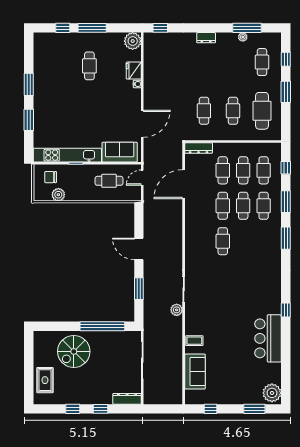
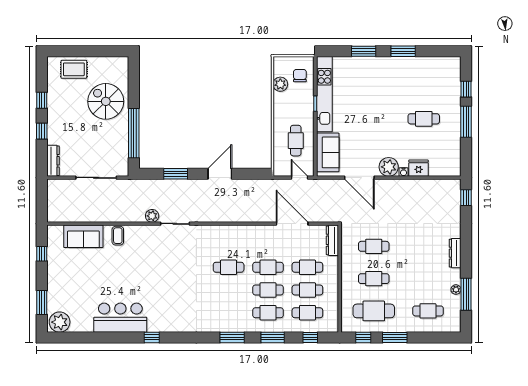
dresser: (206, 38) -> (455, 253), width x1.44
plant: (133, 41) -> (389, 167), moved
window: (286, 59) -> (363, 337), moved

